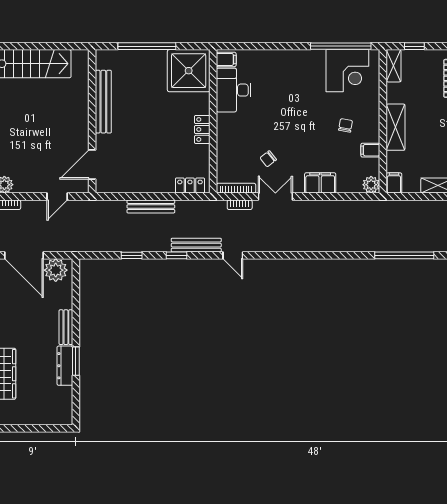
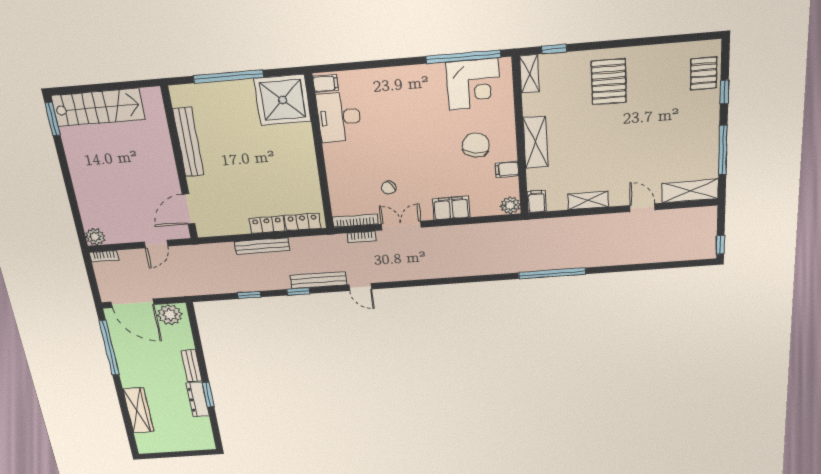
chair: (346, 125) -> (476, 145), width x1.87, depth x1.87
locker: (202, 129) -> (267, 225), moved, turned 90

